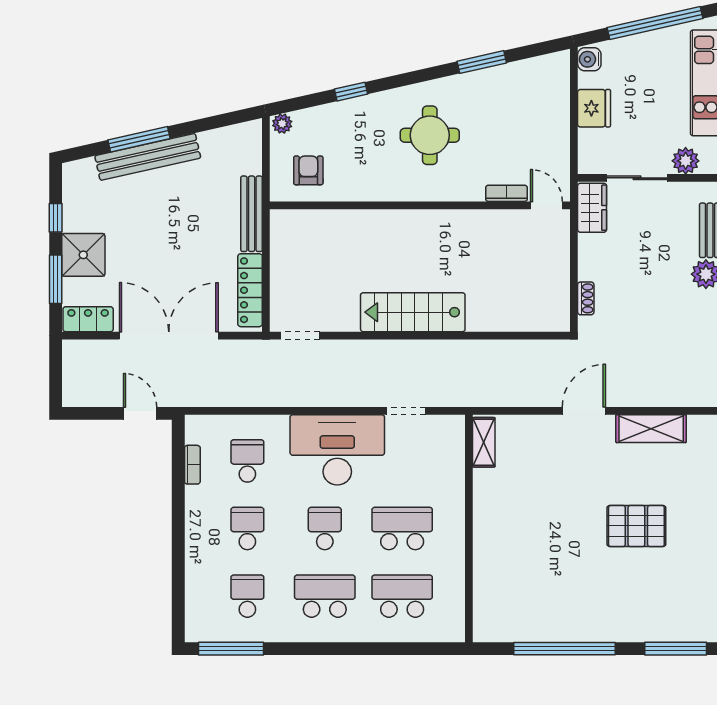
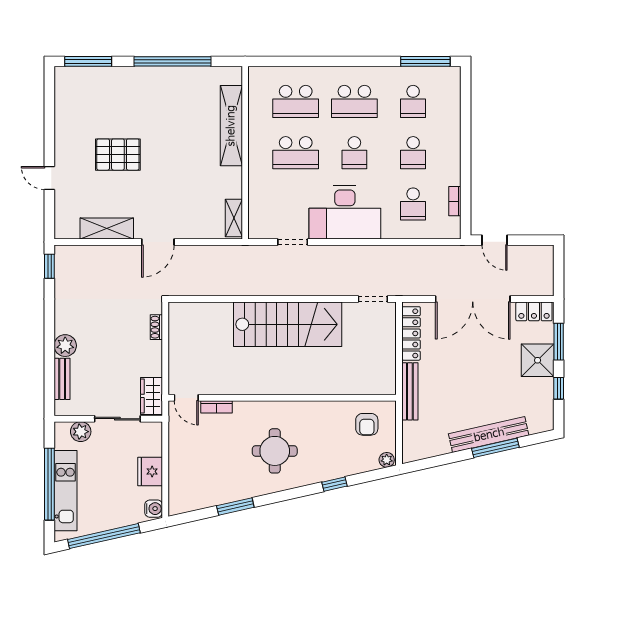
stairs: (413, 312) -> (288, 324), width x1.36, depth x1.51
shelving: (487, 564) -> (231, 126), added

